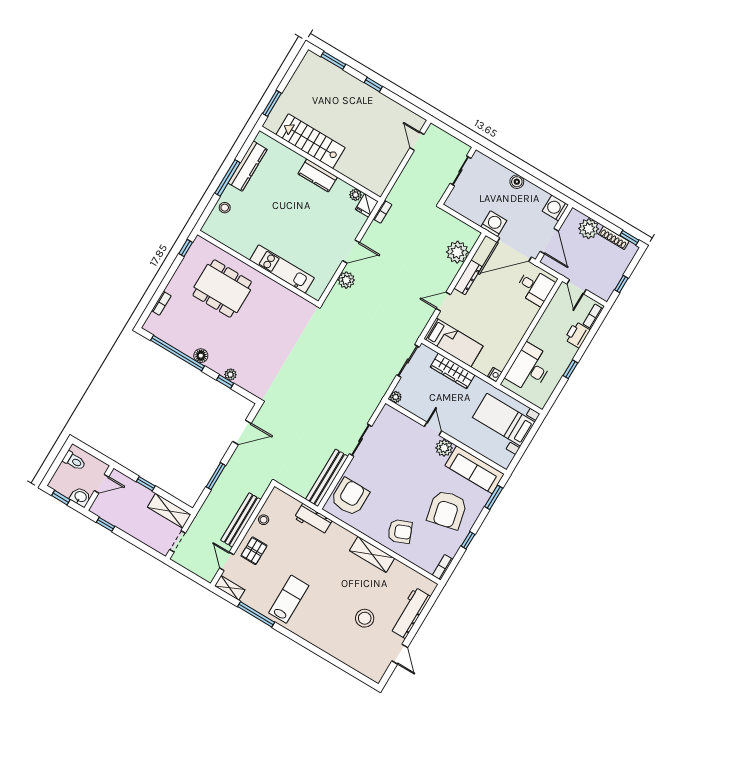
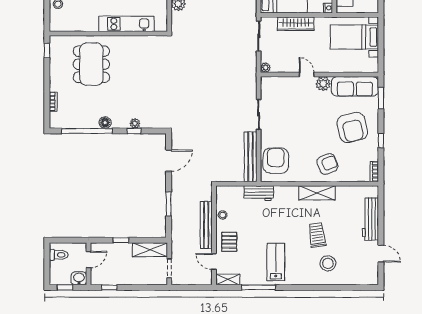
dining table: (222, 288) -> (91, 64), turned 90
trolley: (347, 597) -> (317, 235), added
stool: (365, 618) -> (328, 263), moved

